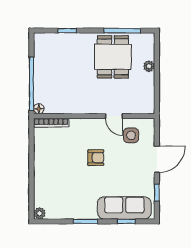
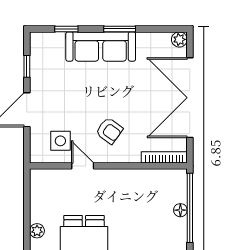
floor lamp: (39, 109) -> (180, 210), moved
armchair: (96, 158) -> (109, 131), moved, turned -144
double door: (31, 169) -> (190, 98), added
sofa: (124, 208) -> (101, 47), moved

